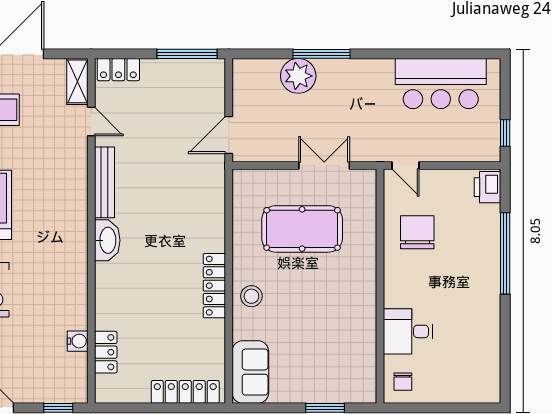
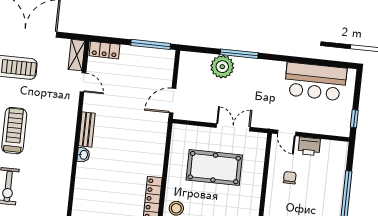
bench: (104, 182) -> (87, 130), width x0.73
printer: (488, 187) -> (309, 146), moved, turned -90
chair: (417, 232) -> (290, 178), width x0.54, depth x0.54
washbasin: (107, 240) -> (83, 155), width x0.52, depth x0.69

